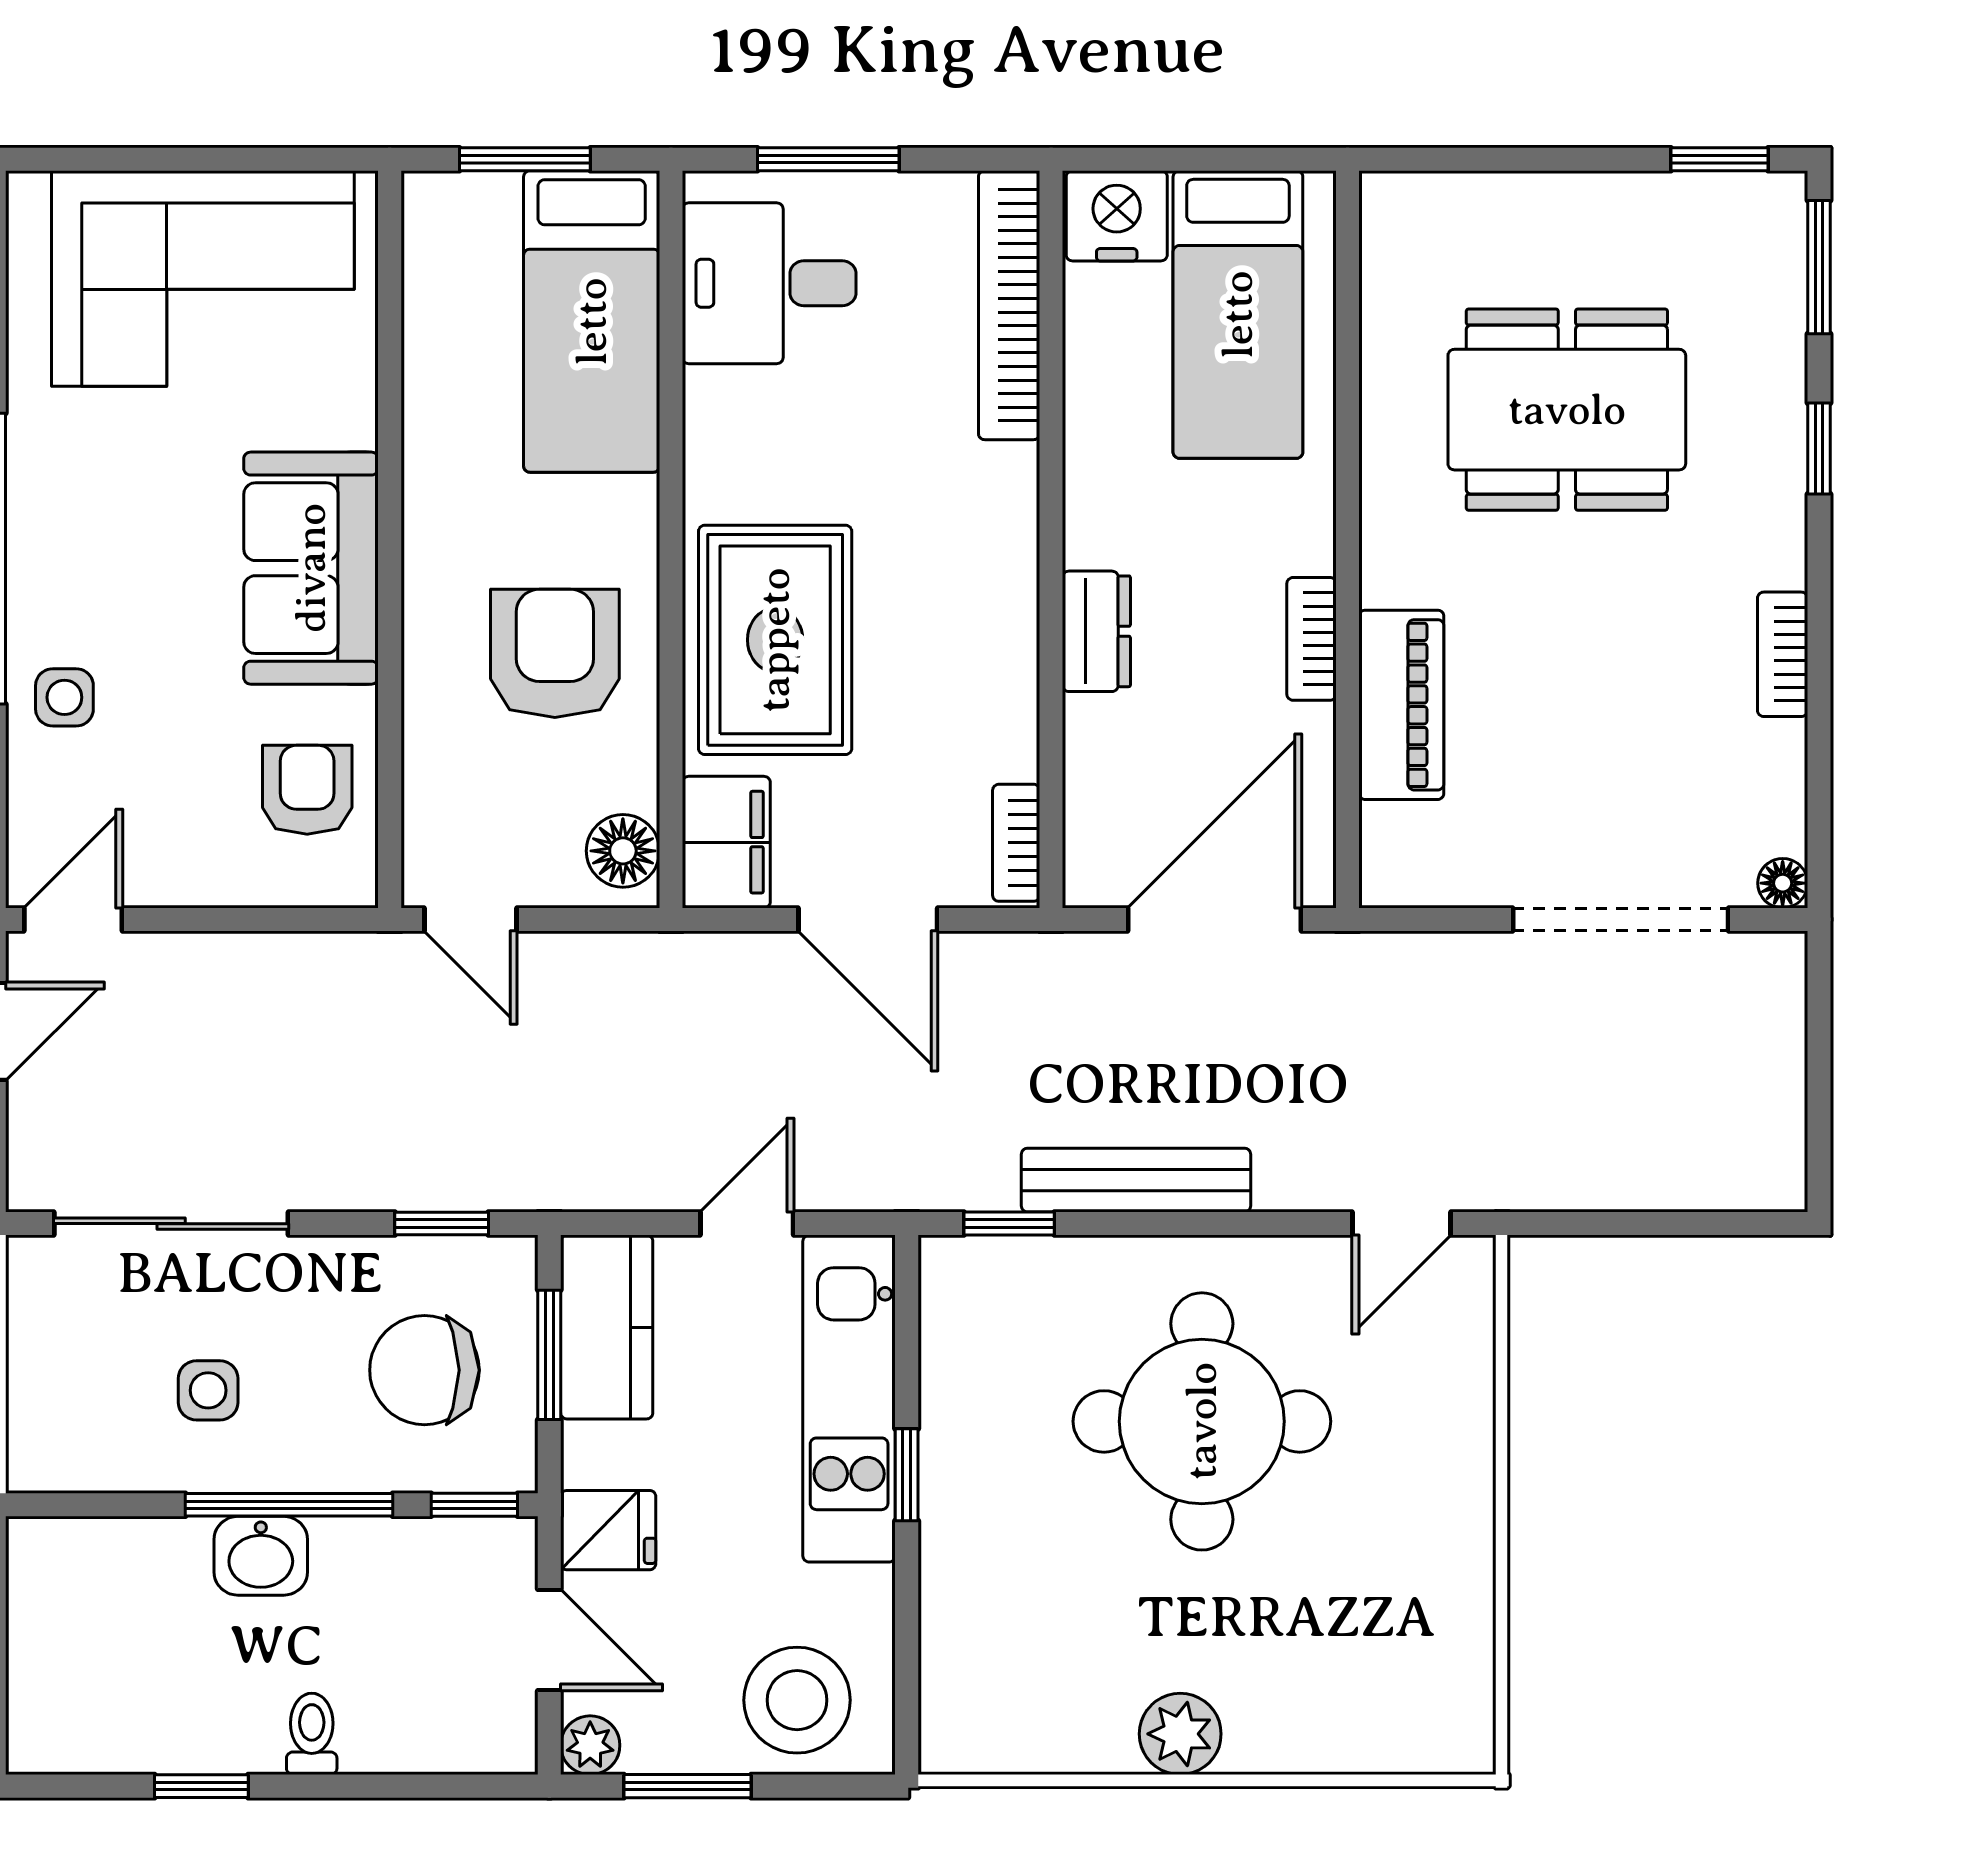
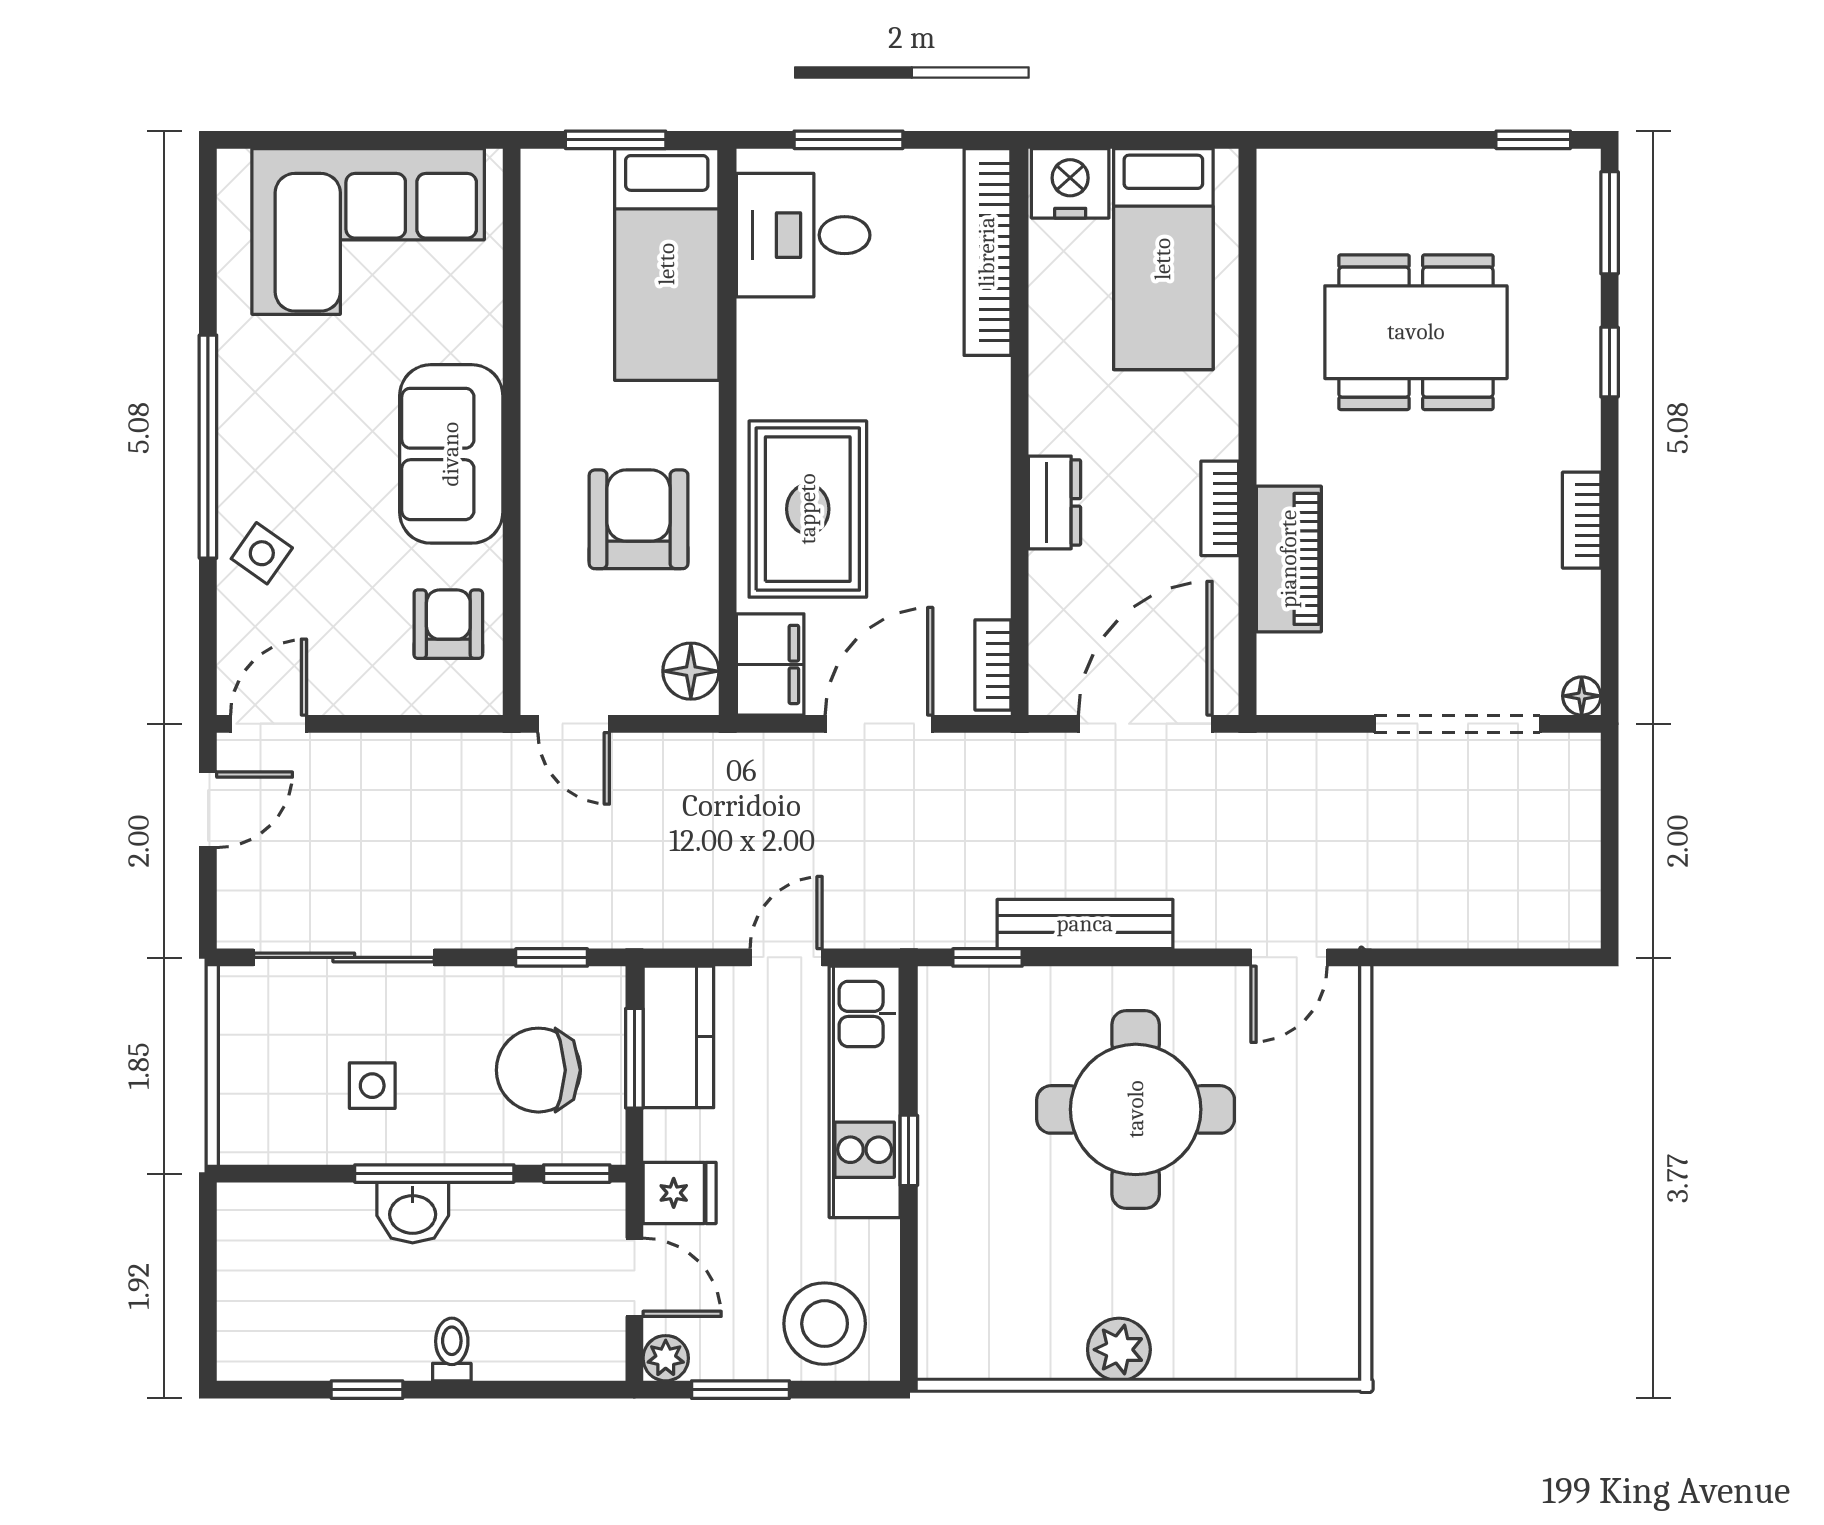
side table: (64, 697) -> (262, 553), turned 35
door: (868, 919) -> (879, 724), swing flipped

